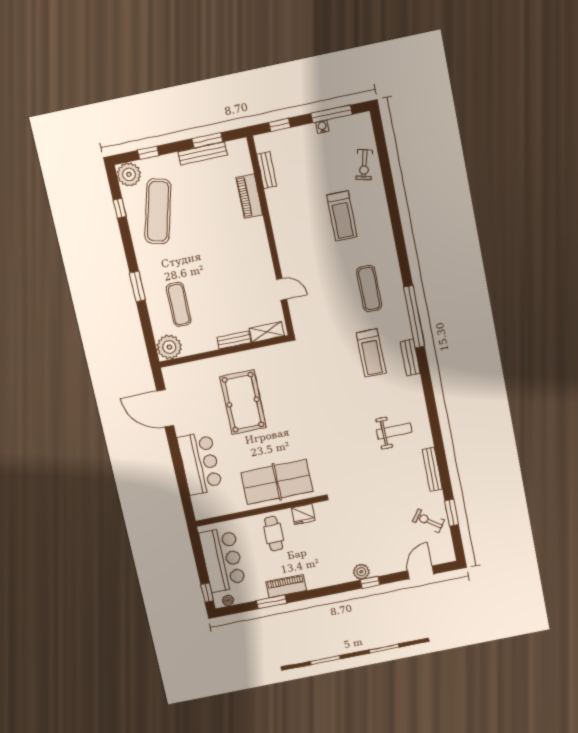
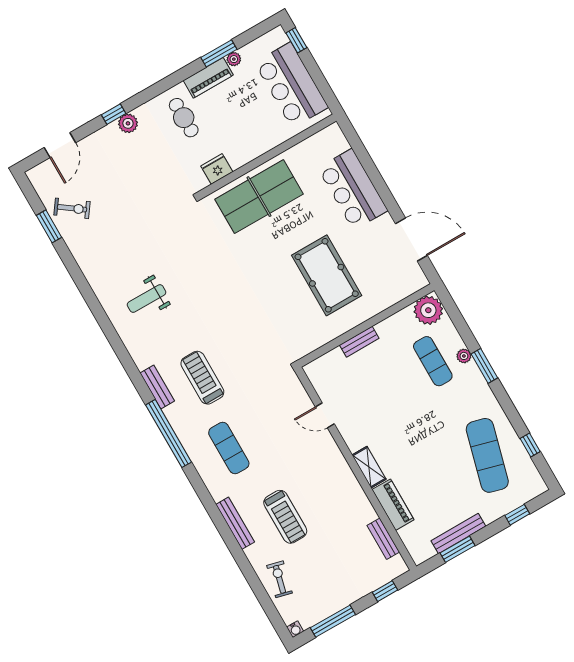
water cooler: (322, 127) -> (295, 629), moved
plant: (129, 174) -> (464, 356), moved, width x0.53, depth x0.53
treadmill: (342, 216) -> (285, 517), turned 180
shelving: (267, 332) -> (369, 467), moved, turned 90
bench: (432, 469) -> (235, 523), moved
cafe table: (274, 534) -> (184, 118), moved
plant: (228, 600) -> (234, 59), moved

